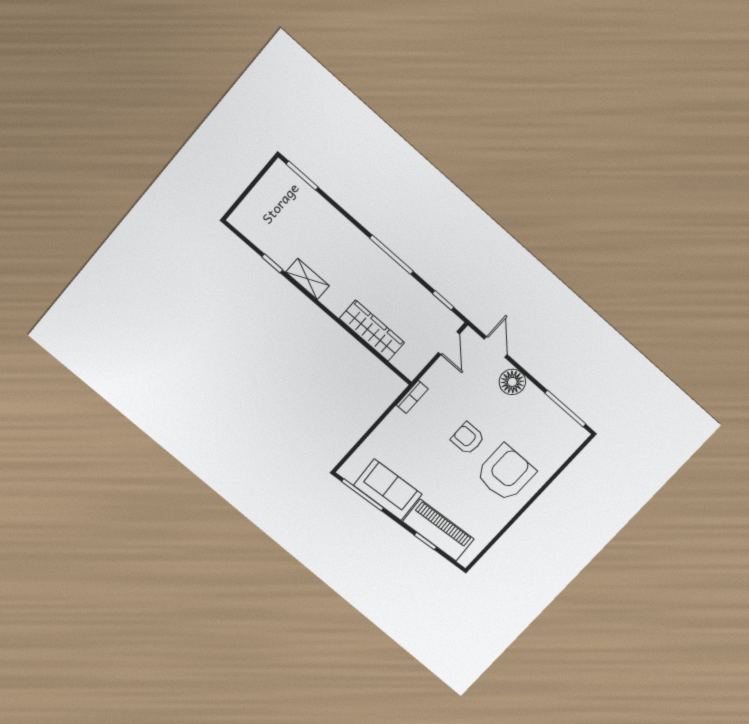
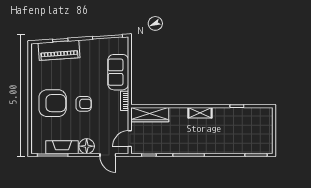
shelving: (308, 279) -> (200, 113), moved
wardrobe: (372, 331) -> (150, 115), moved
door: (449, 343) -> (130, 139), hinge flipped
fireplace: (544, 408) -> (62, 147), added
armchair: (506, 473) -> (53, 103), turned -90
sofa: (388, 490) -> (118, 72), moved, turned 94

